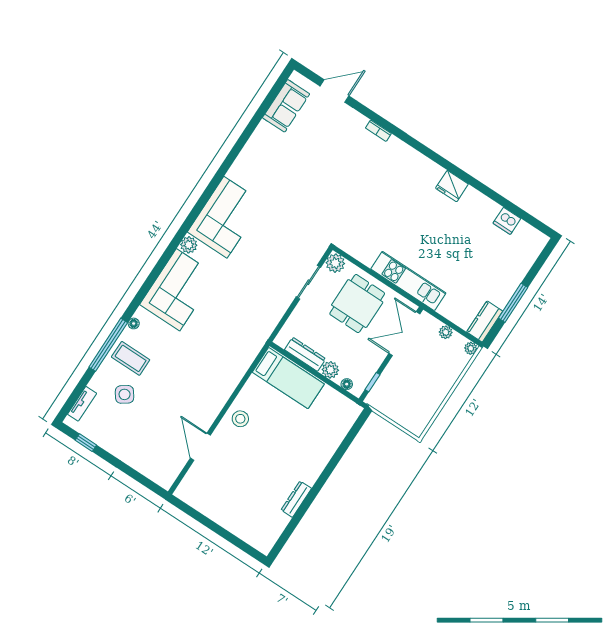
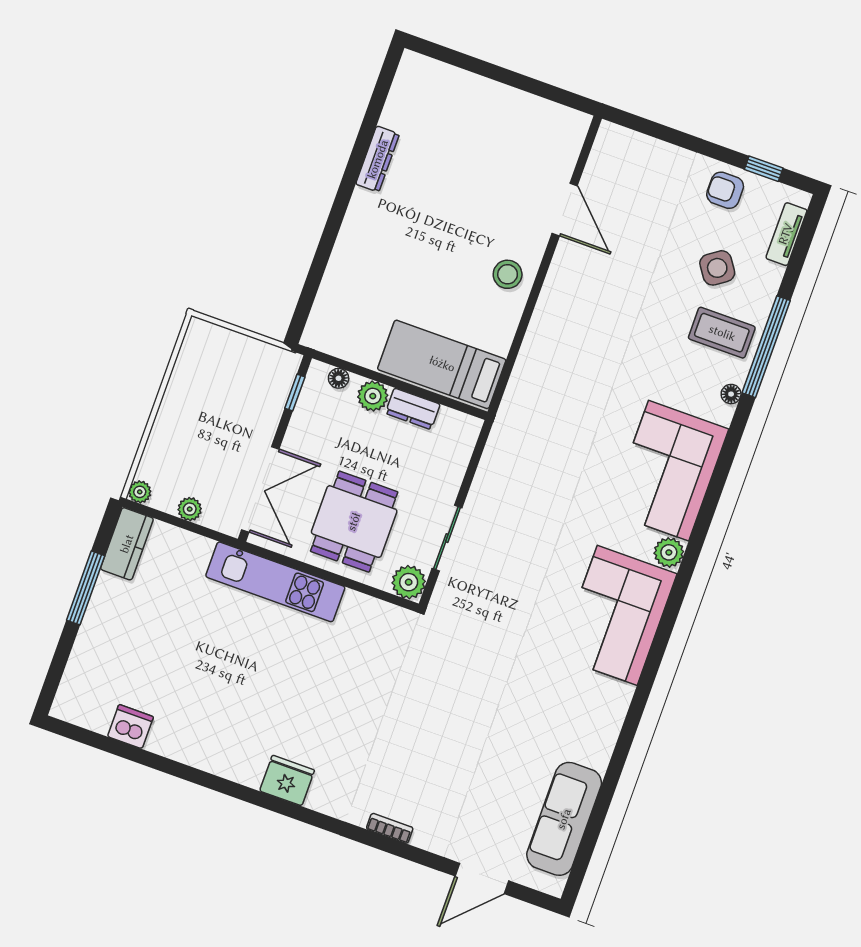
sofa: (286, 106) -> (564, 819), width x1.36
fridge: (452, 186) -> (287, 780), moved
dresser: (305, 354) -> (413, 409), width x0.70
armchair: (110, 436) -> (725, 190), added

